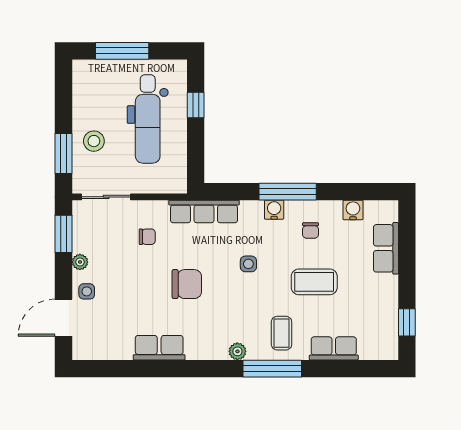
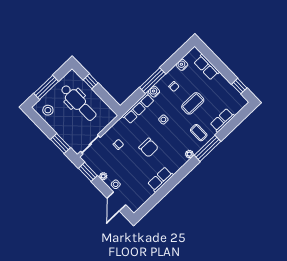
stool: (94, 141) -> (48, 110), moved
row of seats: (204, 211) -> (138, 108), moved
chair: (187, 284) -> (149, 148), turned 90

